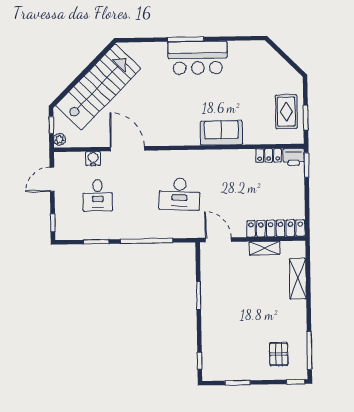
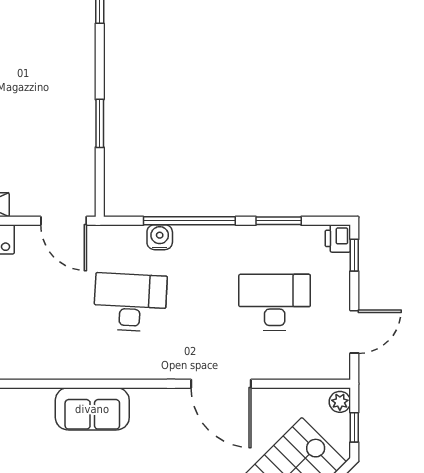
sofa: (221, 133) -> (92, 409), moved
water cooler: (93, 159) -> (160, 237), moved, turned 180
desk: (98, 195) -> (275, 302), width x1.37
printer: (62, 232) -> (338, 238), added

